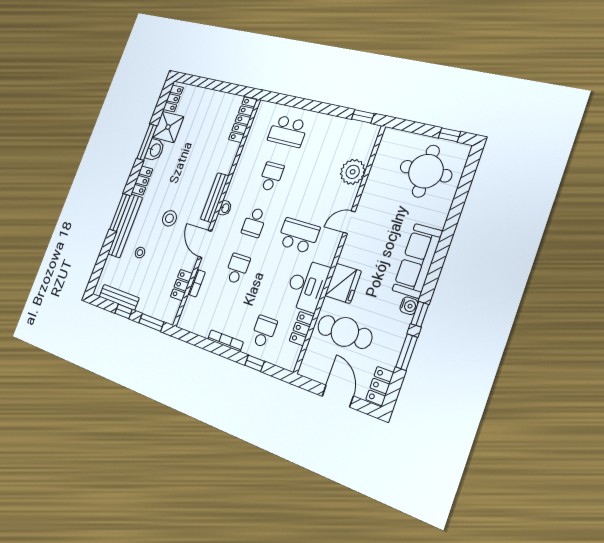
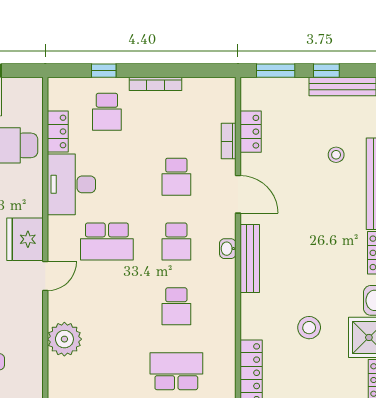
stool: (169, 218) -> (309, 328), moved
school desk: (254, 222) -> (176, 241), turned 180
fridge: (343, 283) -> (25, 239), moved

